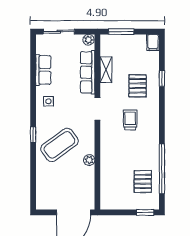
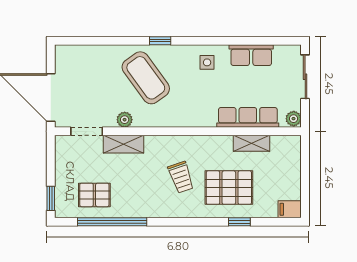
window: (121, 32) -> (305, 165), removed
pallet: (138, 86) -> (229, 188), width x1.50, depth x1.42
doorway: (97, 109) -> (87, 131), moved
trolley: (130, 120) -> (181, 177), turned 71
shelving: (107, 161) -> (123, 144), added

